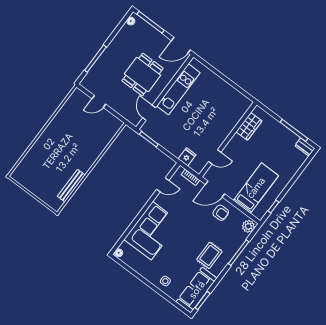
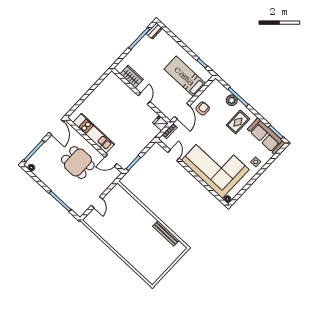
fridge: (187, 157) -> (160, 123), moved
door: (215, 157) -> (144, 99), moved
plant: (248, 226) -> (232, 100), moved
corner sofa: (152, 231) -> (215, 165), width x1.36, depth x1.36
rug: (209, 255) -> (238, 122), turned 90

